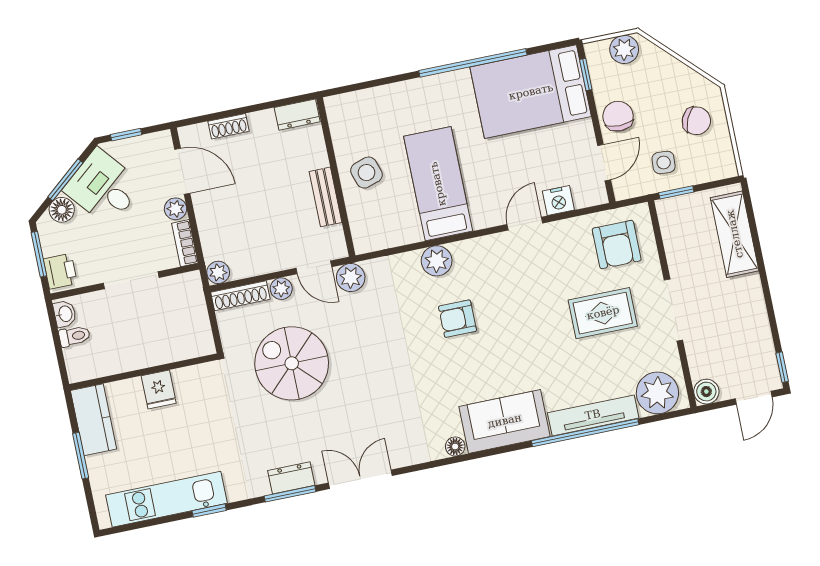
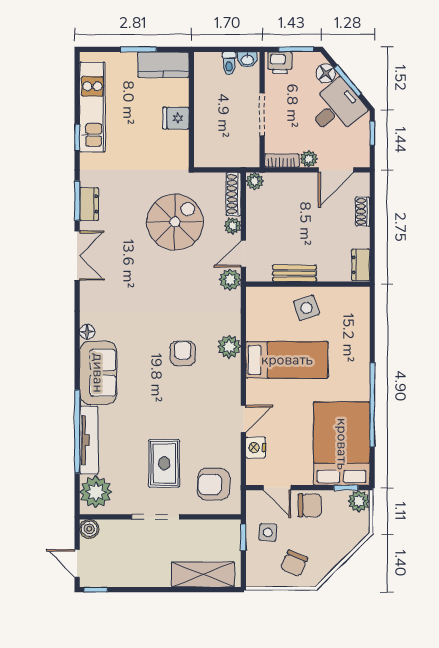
plant: (624, 49) -> (359, 501), moved
door: (525, 224) -> (243, 419), hinge flipped

